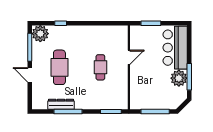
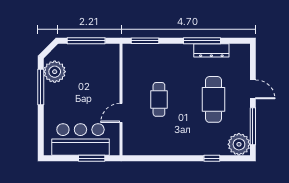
bar counter: (175, 48) -> (80, 139), moved, turned -90
plant: (179, 78) -> (55, 72), moved

